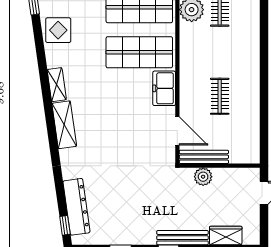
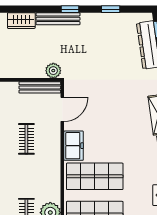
door: (177, 131) -> (62, 109), swing flipped
plant: (203, 177) -> (53, 71), moved

